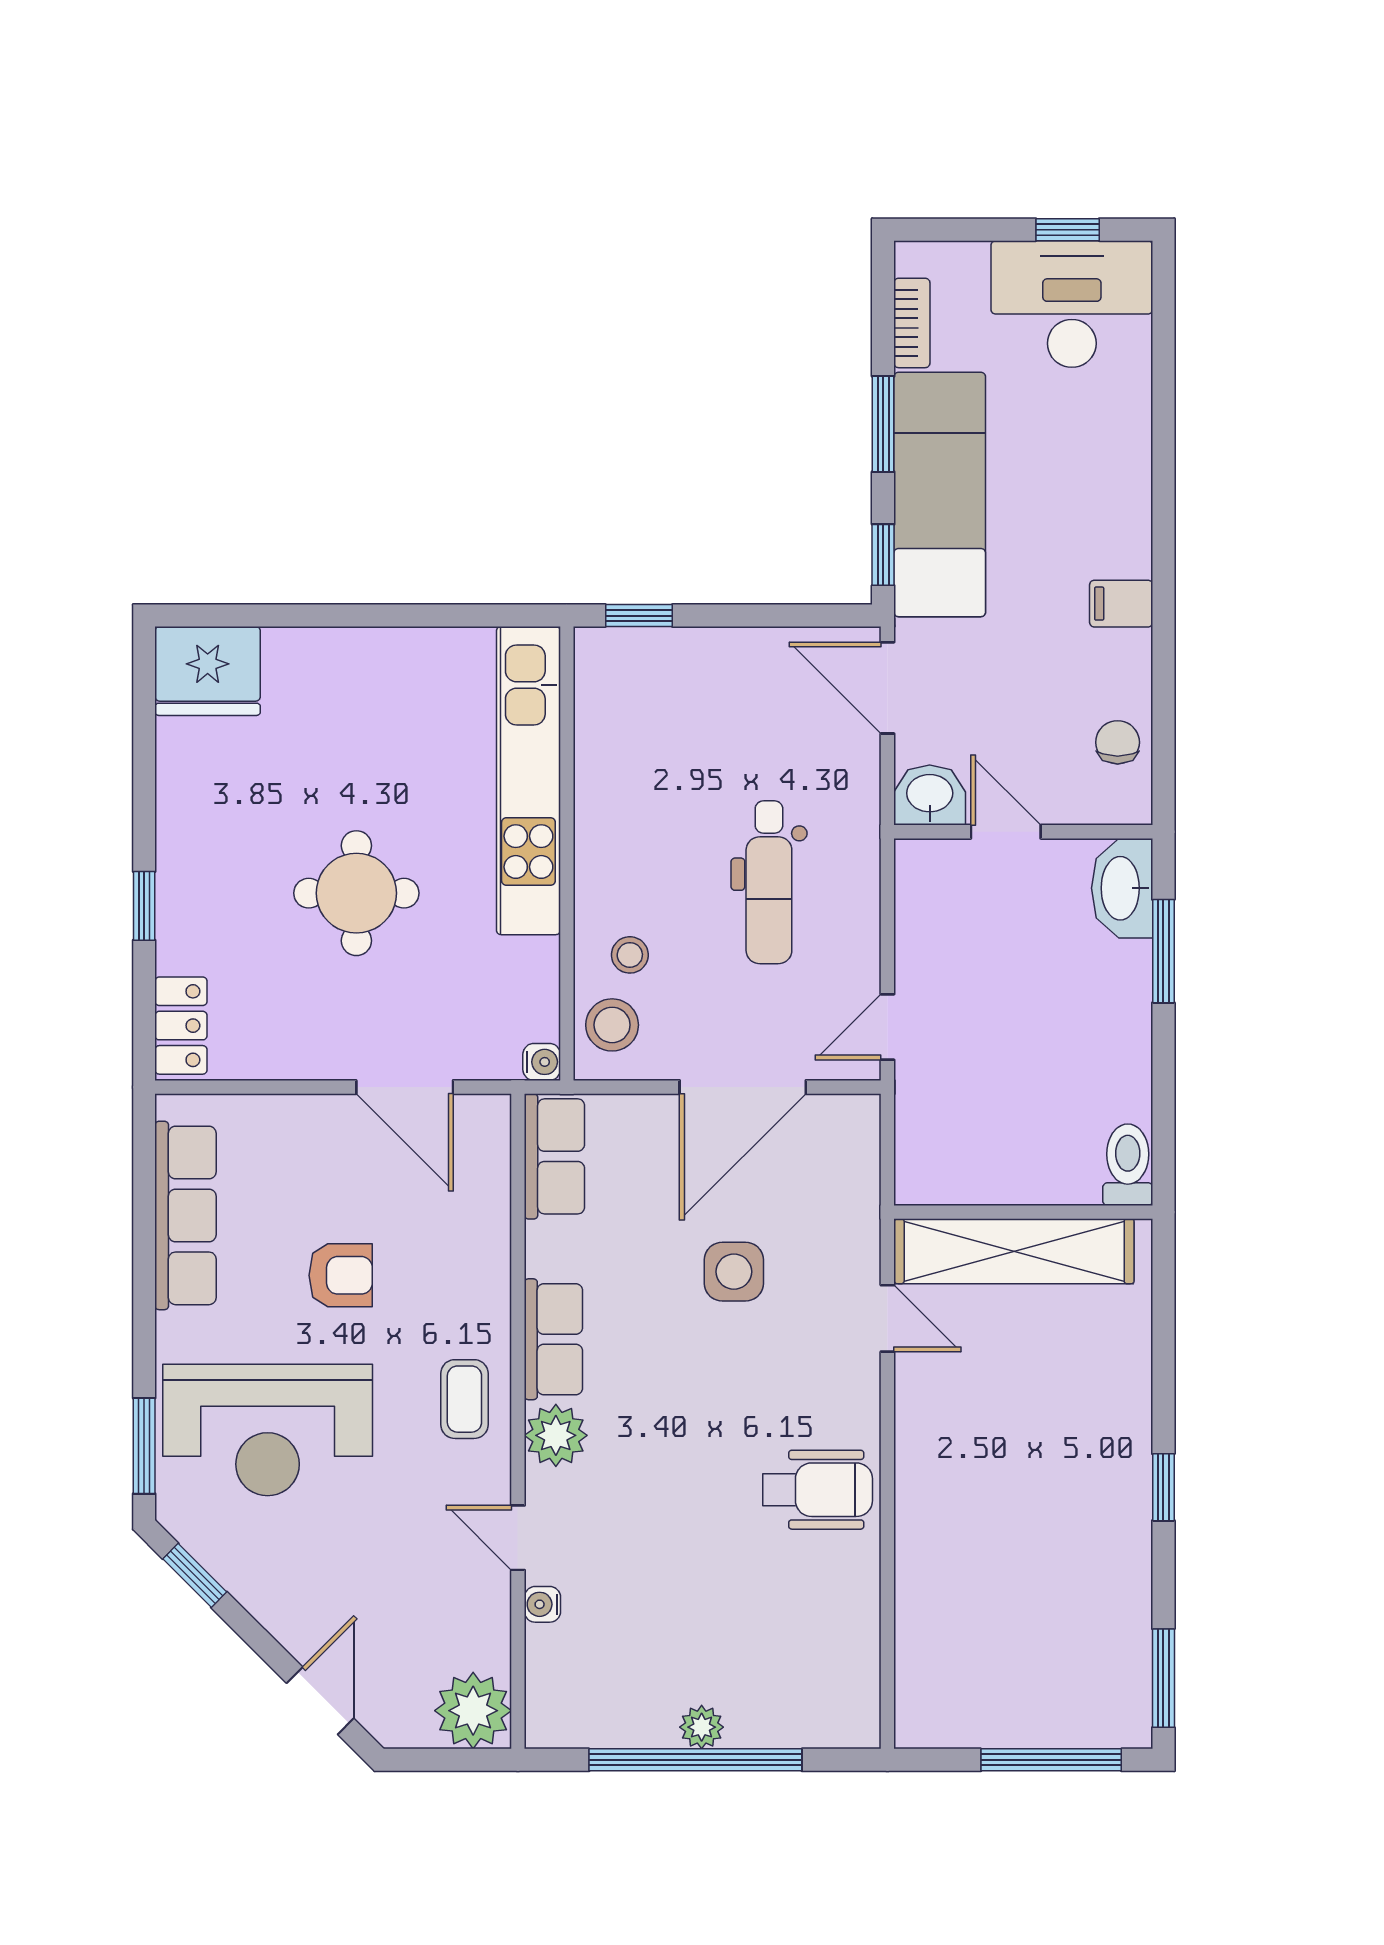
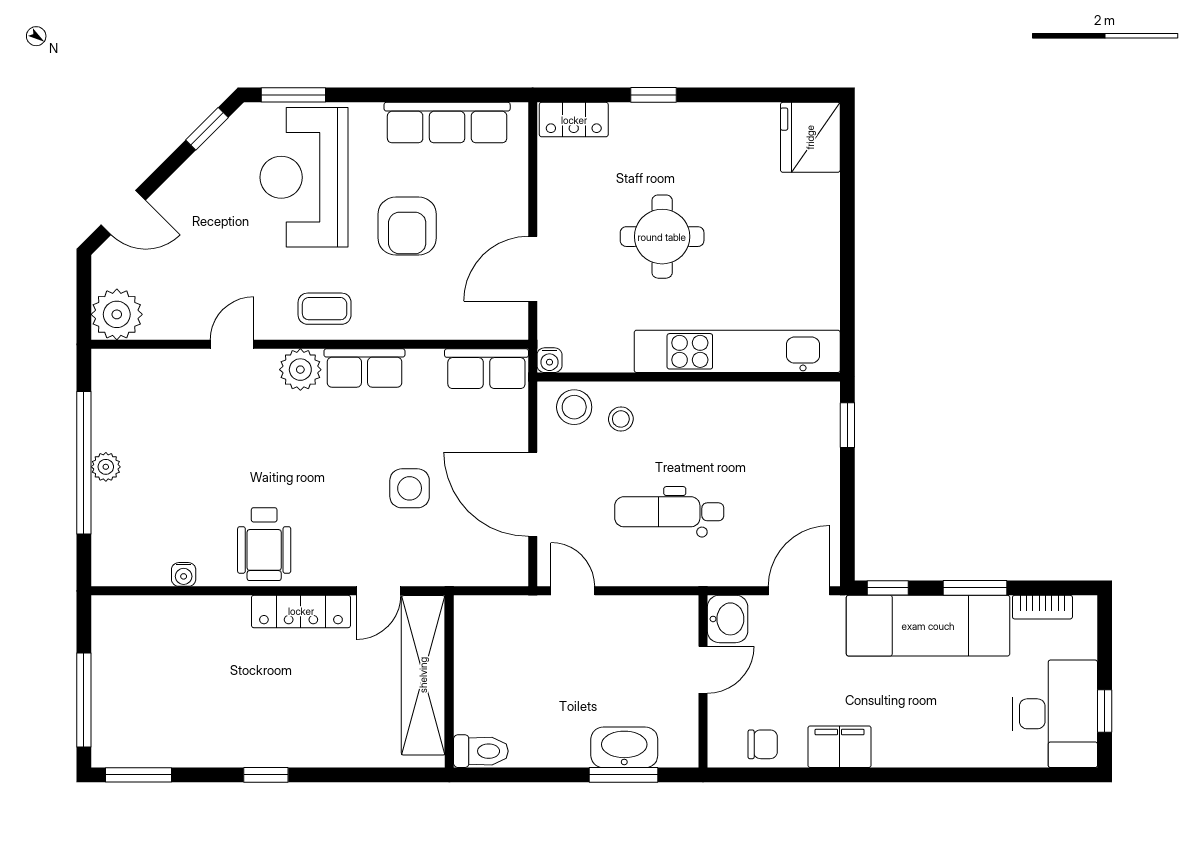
filing cabinet: (1121, 604) -> (840, 747), width x2.00
washbasin: (1122, 888) -> (624, 747), moved
armchair: (341, 1275) -> (407, 226), width x1.38, depth x1.38
locker: (918, 1434) -> (301, 611), added
water cooler: (542, 1604) -> (184, 574), moved, turned 180

